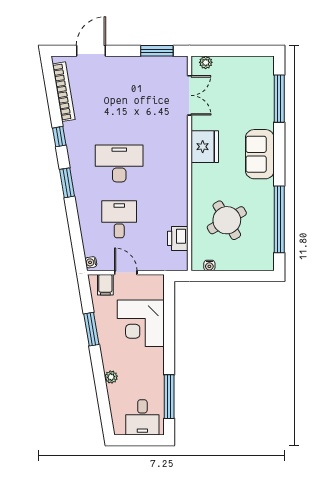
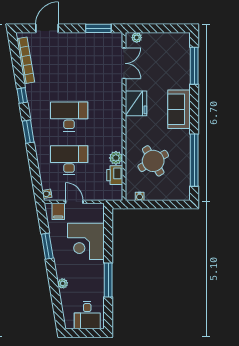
plant: (179, 216) -> (116, 158), added
desk: (119, 219) -> (69, 160), width x1.37
window: (169, 397) -> (108, 280), moved

